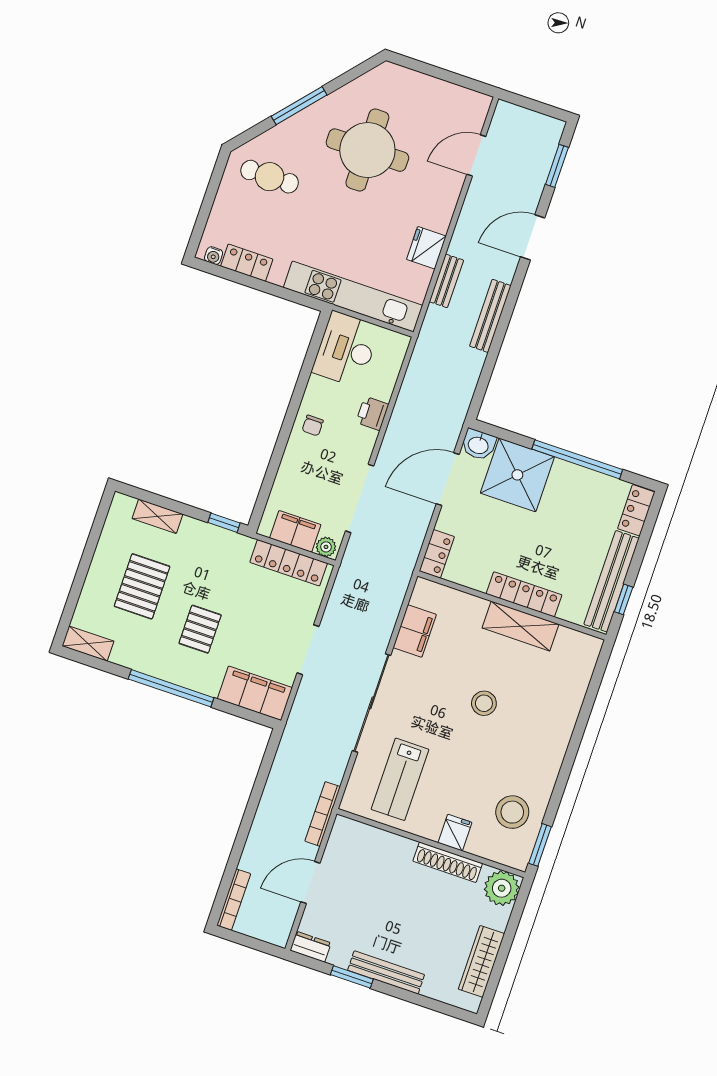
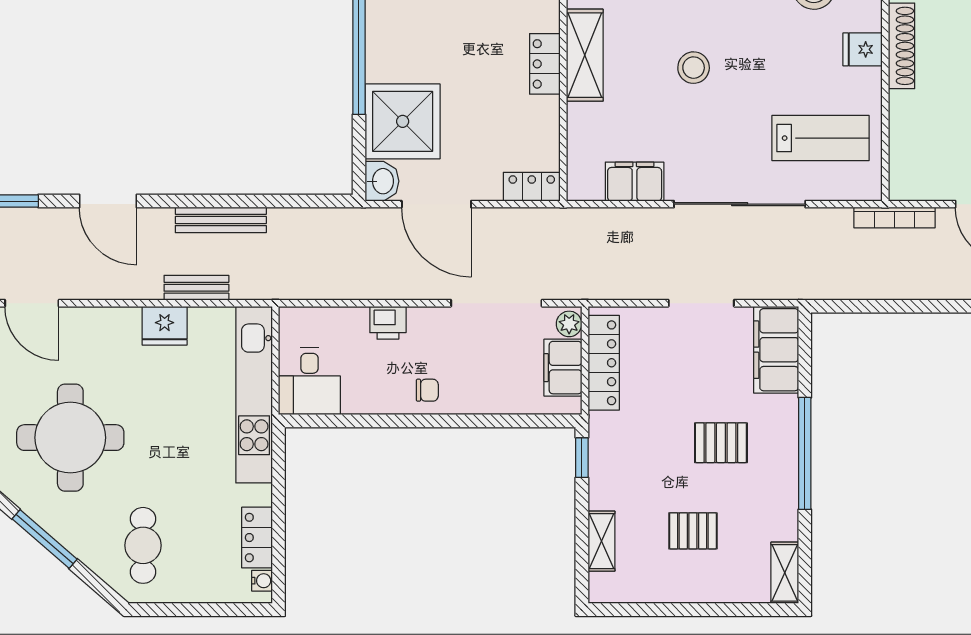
desk: (346, 349) -> (309, 381), width x0.73
pallet: (142, 586) -> (693, 531), width x0.67, depth x0.71
locker: (524, 594) -> (545, 64), width x0.66

